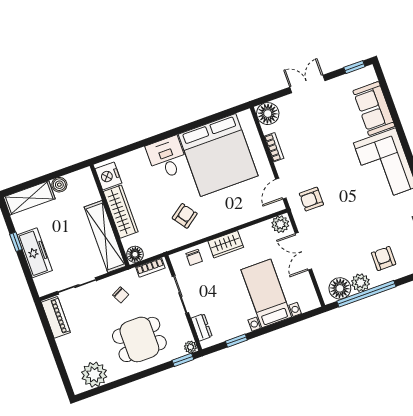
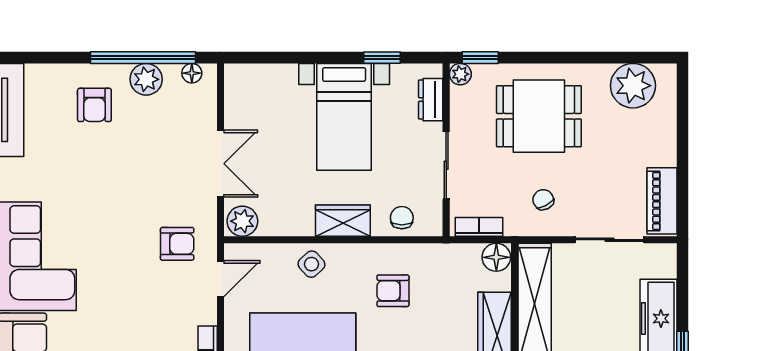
side table: (234, 214) -> (311, 264), added
armchair: (185, 216) -> (393, 291), turned 36
floor lamp: (340, 288) -> (192, 73), width x0.53, depth x0.53
bed with nightstands: (266, 293) -> (344, 117), moved

